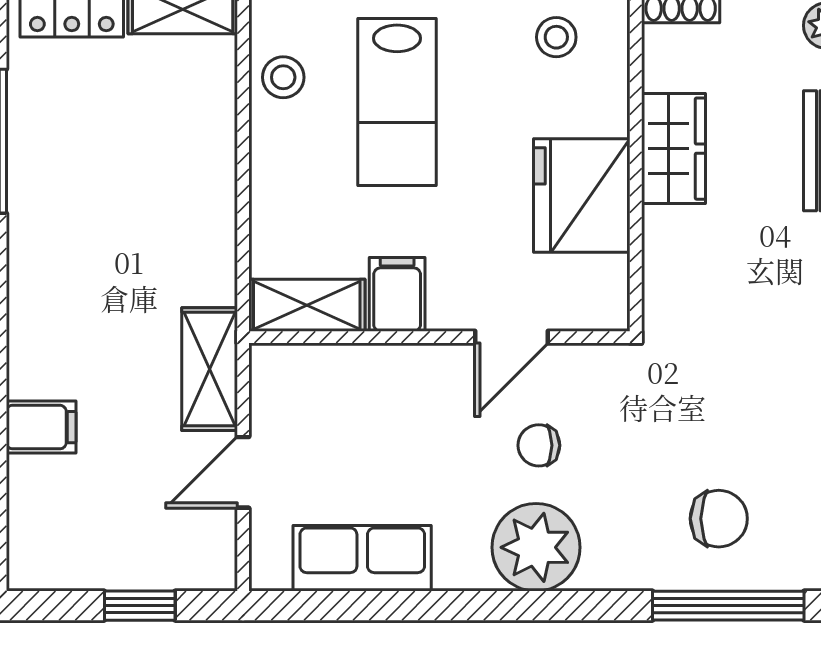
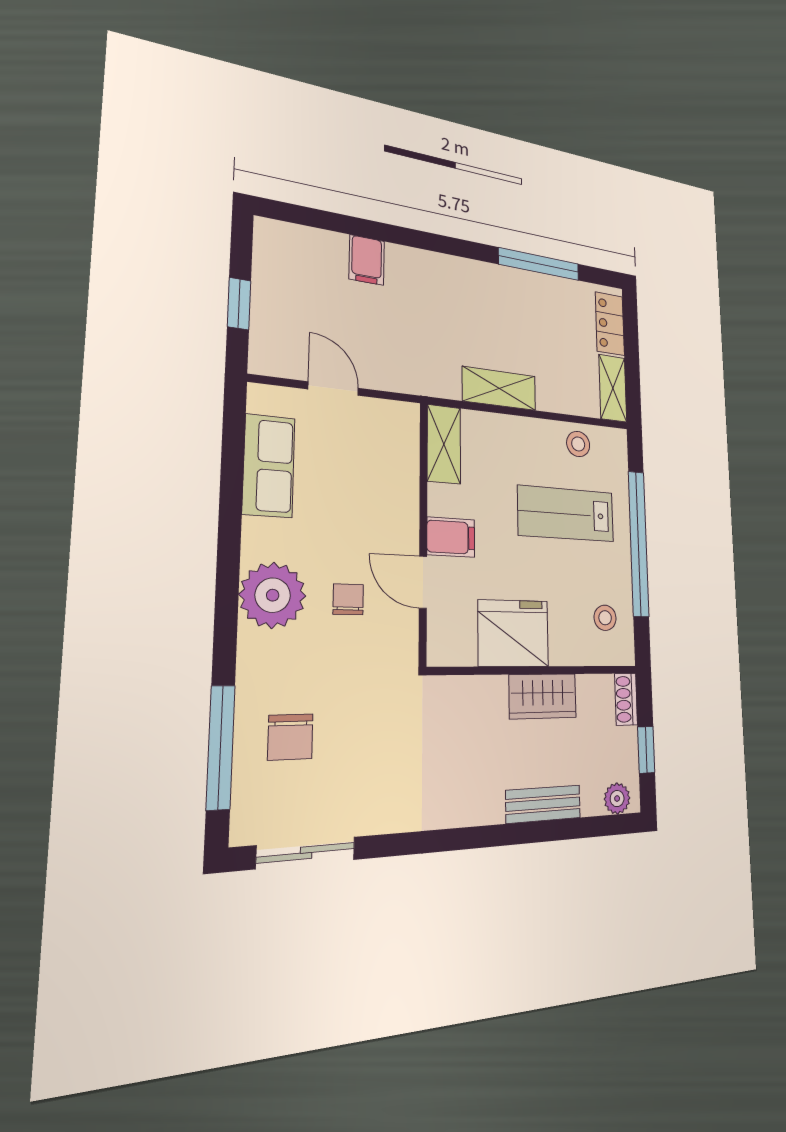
filing cabinet: (397, 294) -> (451, 537), moved
shelving: (210, 369) -> (499, 388), moved

